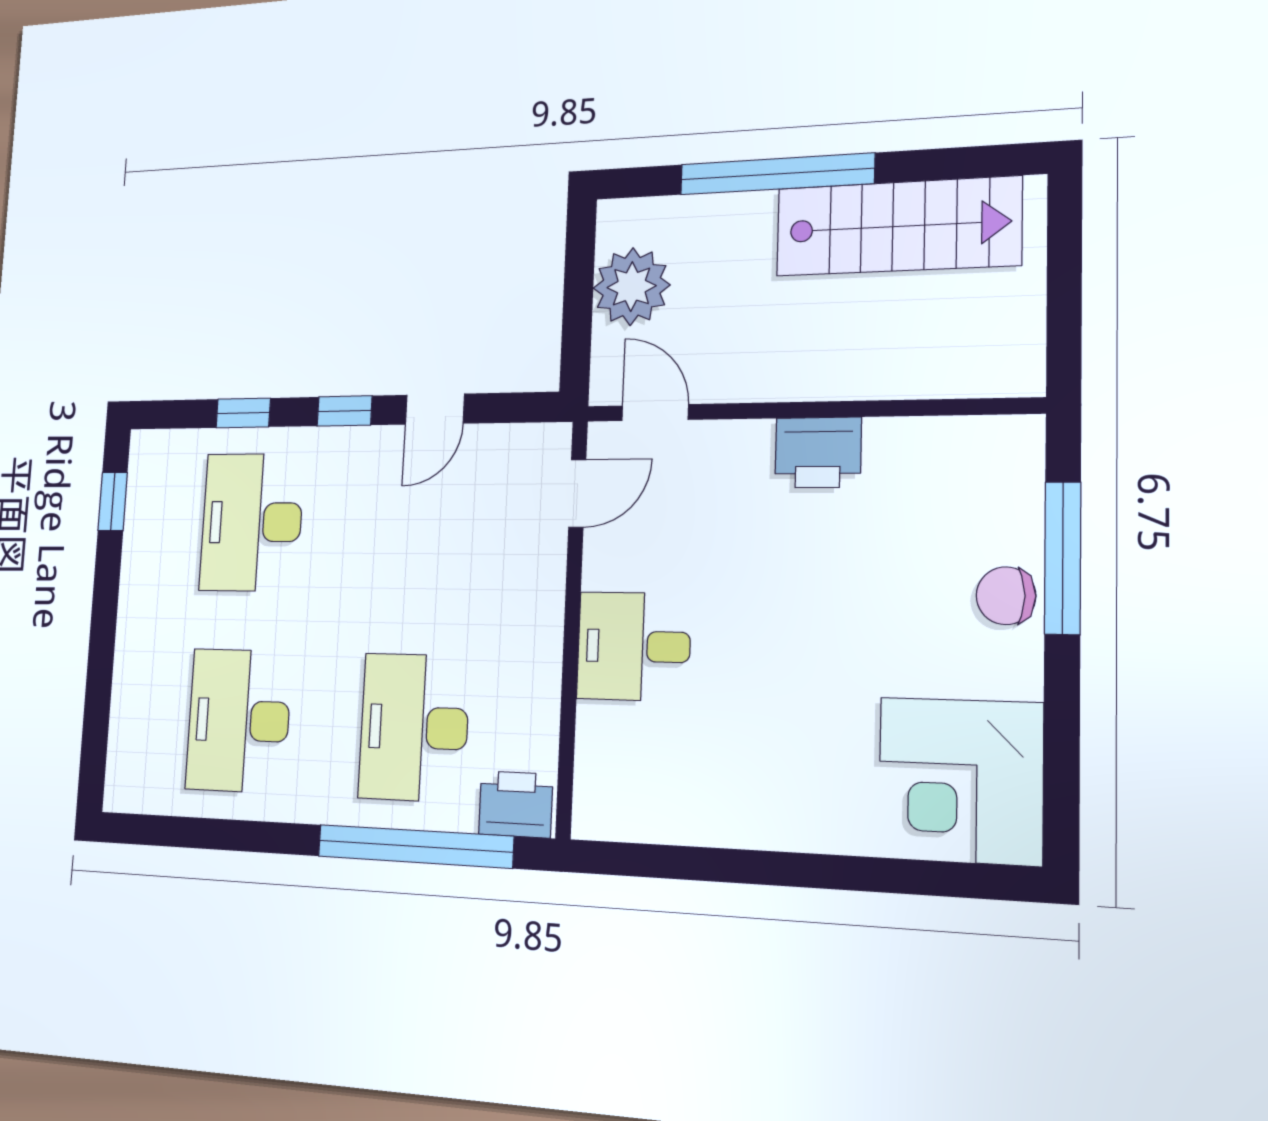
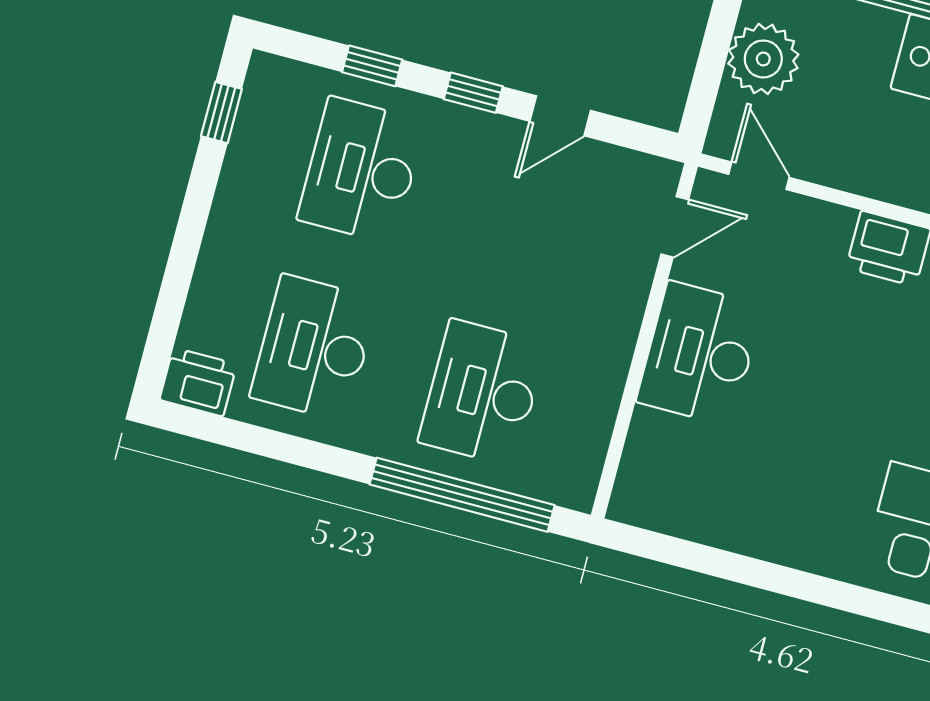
desk: (634, 646) -> (700, 354), width x1.37
printer: (516, 804) -> (198, 382), moved

